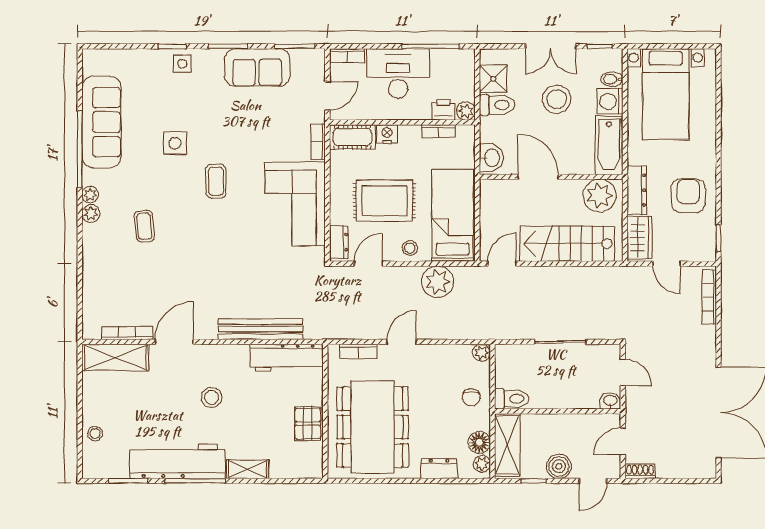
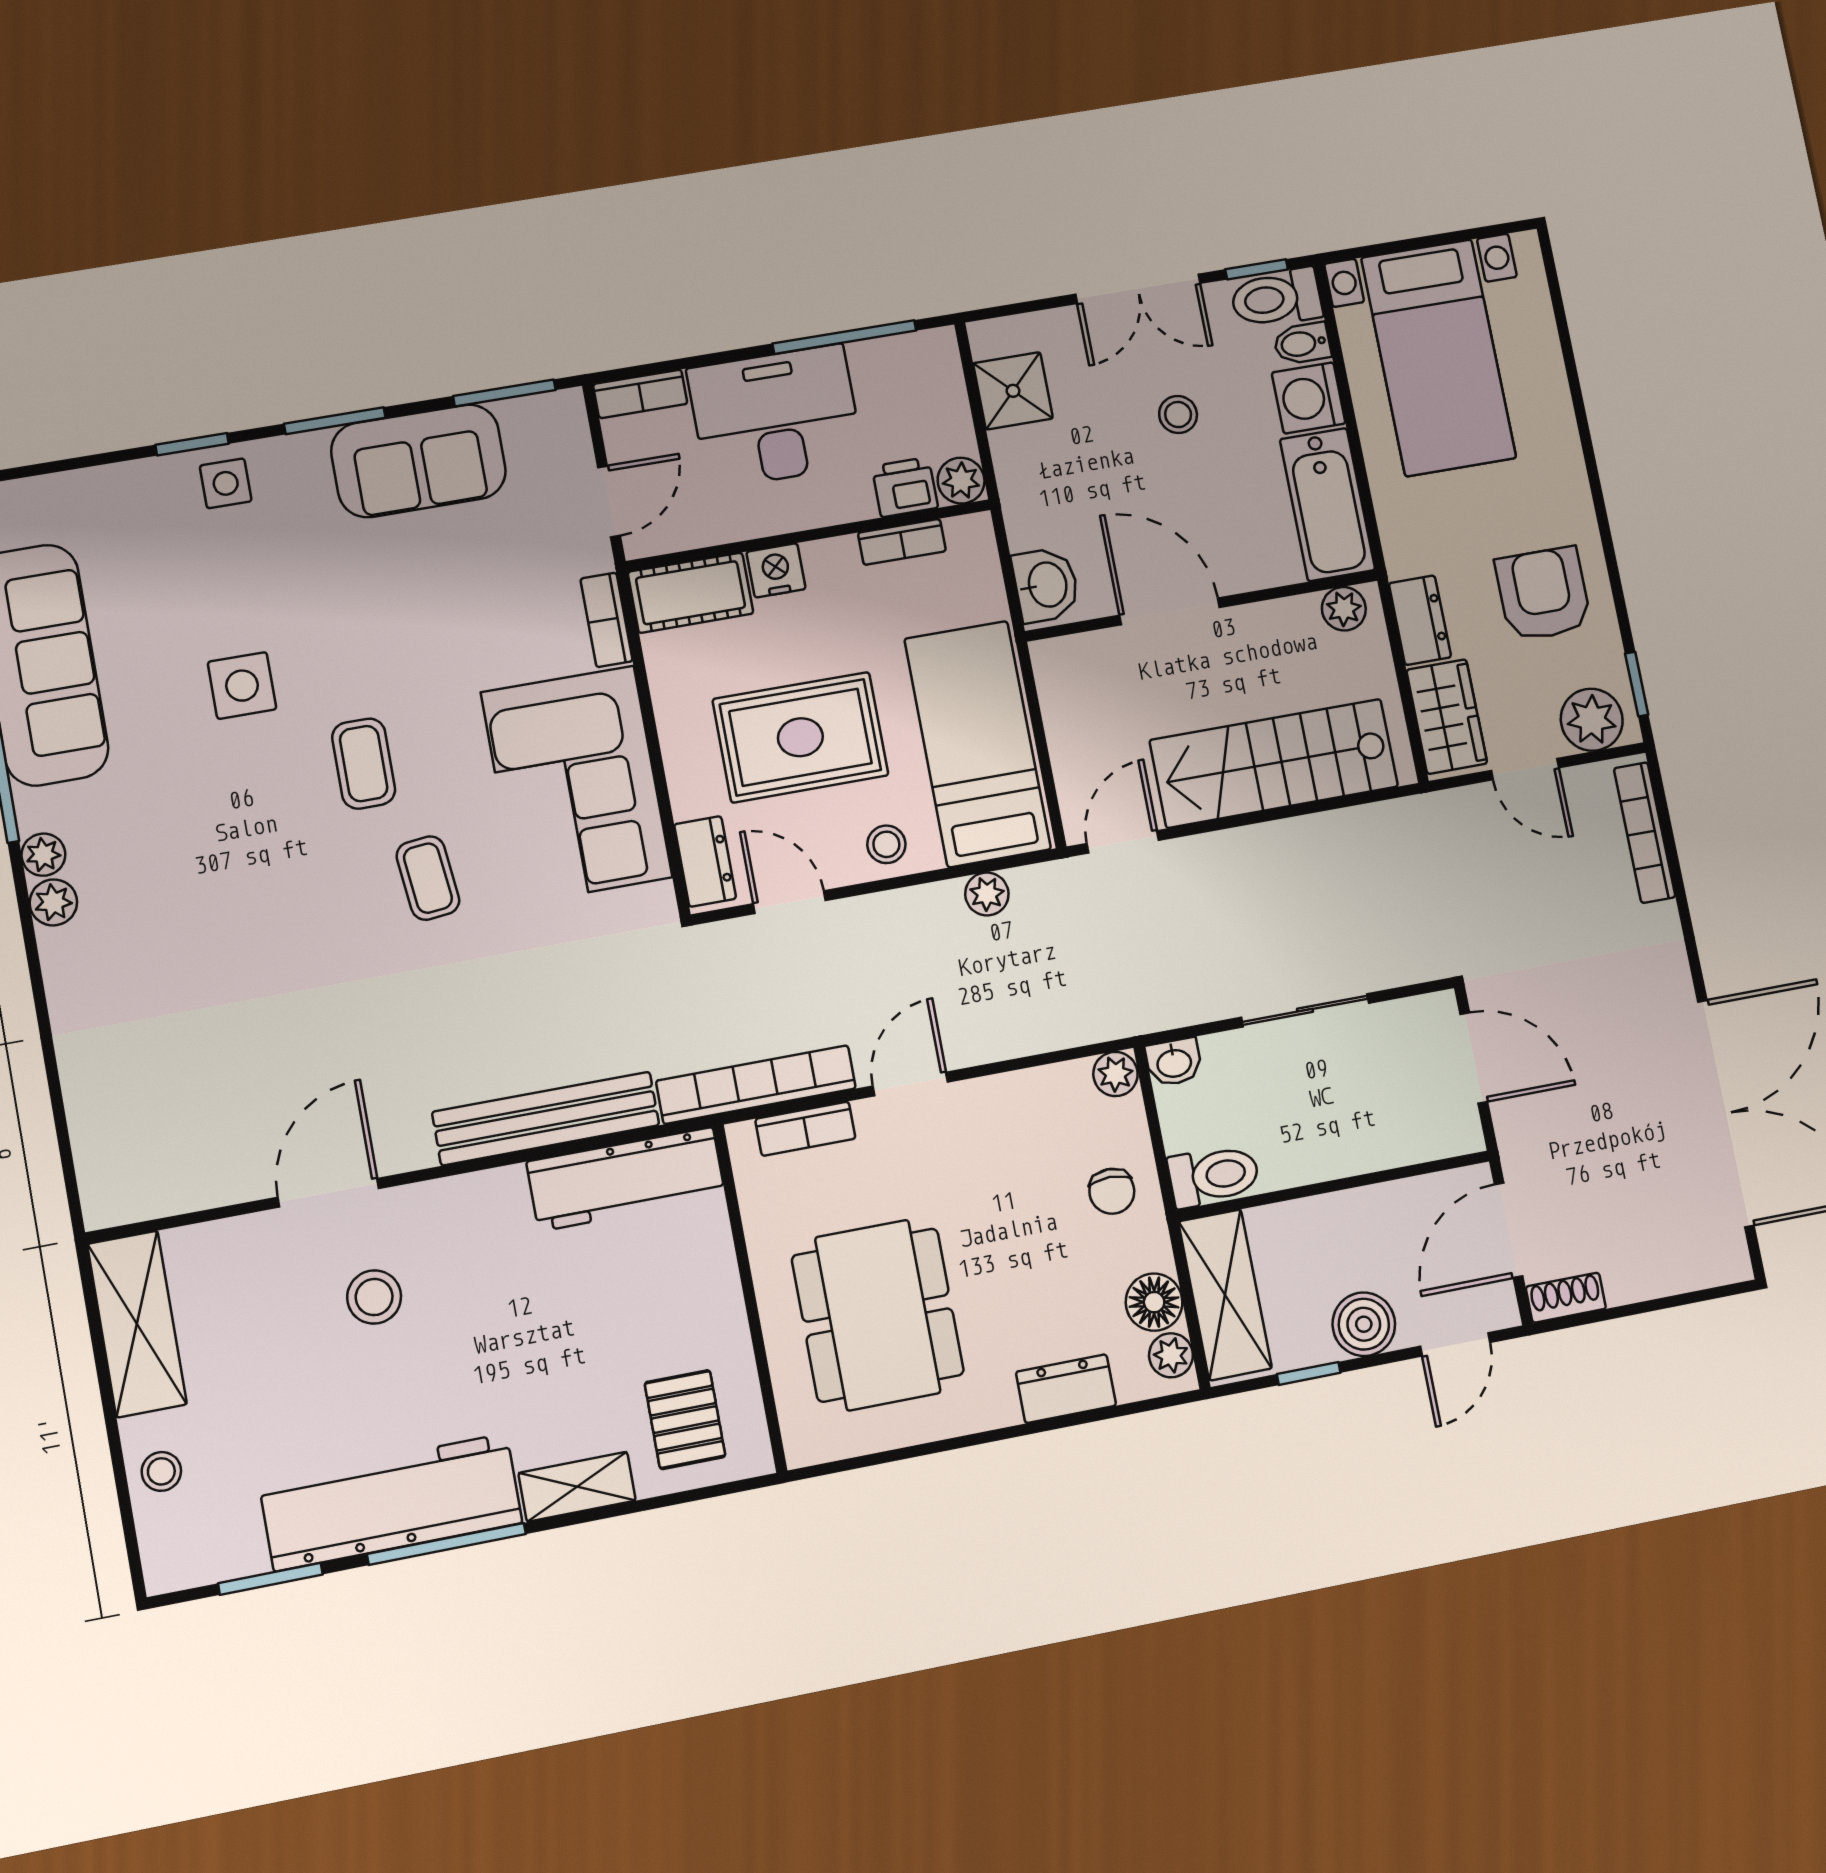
stool: (557, 99) -> (1178, 415), width x0.53, depth x0.53
toilet: (497, 105) -> (1276, 298), moved, turned 180
dresser: (637, 190) -> (1420, 620), width x0.70
plant: (600, 195) -> (1344, 609), width x0.53, depth x0.53
coffee table: (144, 226) -> (428, 878), moved
plant: (697, 249) -> (1592, 720), added
door: (368, 264) -> (789, 902), hinge flipped
plant: (438, 282) -> (987, 894), width x0.53, depth x0.53
bookcase: (127, 333) -> (756, 1085), moved, width x1.48, depth x1.31
shelving: (115, 357) -> (137, 1324), moved, turned 90
door: (623, 372) -> (1474, 1058), width x1.37
stool: (212, 398) -> (374, 1297), moved
washbasin: (610, 401) -> (1174, 1062), moved, turned 180
pallet: (308, 423) -> (685, 1420), moved
dining table: (373, 427) -> (878, 1315), width x0.73, depth x0.80
door: (623, 441) -> (1509, 1230), width x1.38

